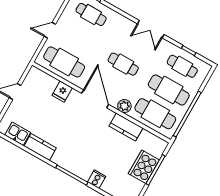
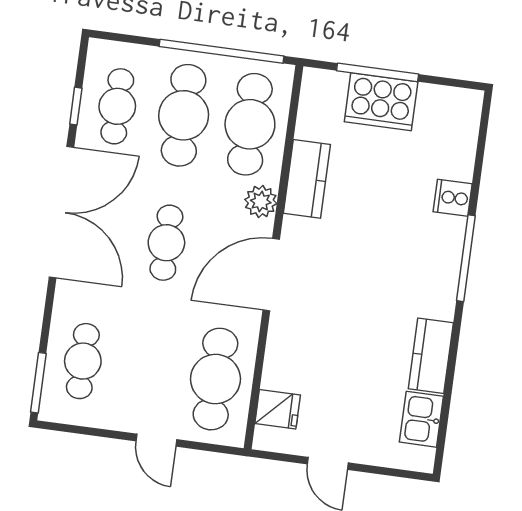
double door: (151, 29) -> (61, 212), width x1.87
fridge: (62, 92) -> (278, 409), moved

